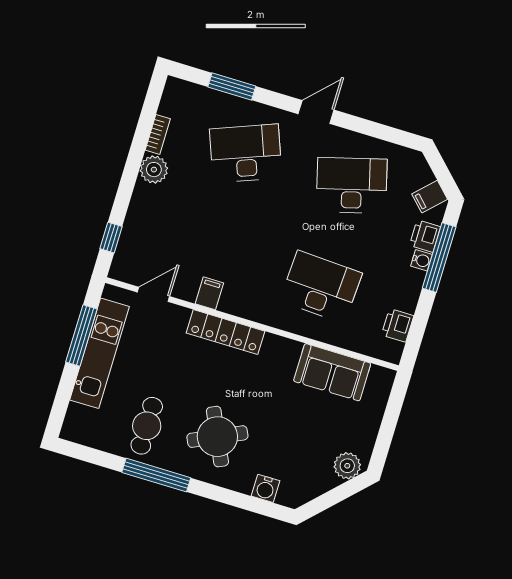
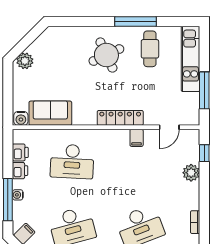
plant: (154, 170) -> (191, 173), moved
printer: (425, 236) -> (20, 171), moved
kitchen unit: (100, 353) -> (191, 59), moved
water cooler: (266, 488) -> (21, 118), moved, turned 180

